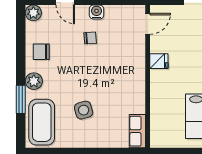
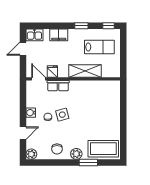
fridge: (159, 61) -> (52, 72), moved
shelving: (160, 94) -> (85, 71), added
side table: (84, 110) -> (62, 115), moved
row of seats: (137, 131) -> (58, 86), moved

